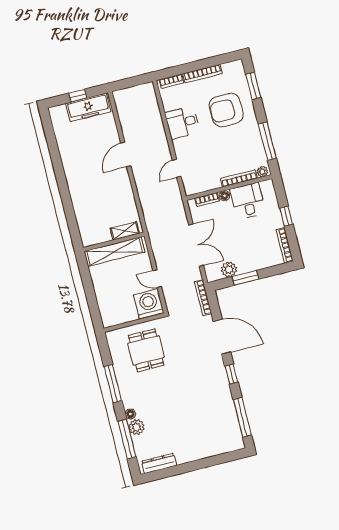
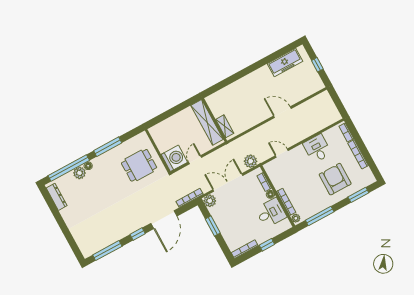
freezer: (88, 107) -> (285, 62), moved, turned -90
plant: (177, 210) -> (251, 161), added
double door: (196, 245) -> (228, 183), swing flipped
plant: (229, 269) -> (210, 201), moved
window: (127, 439) -> (69, 168), width x1.46

